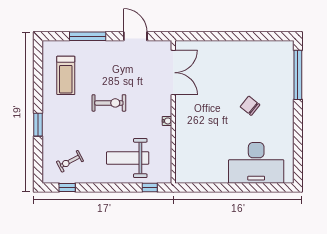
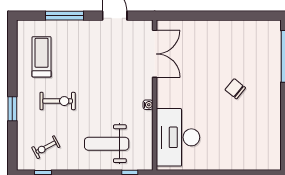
treadmill: (66, 75) -> (42, 57), turned 180
exercise bike: (109, 103) -> (58, 101), moved
desk: (256, 163) -> (178, 137), moved, turned 90

